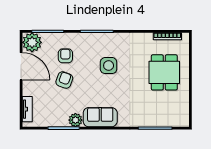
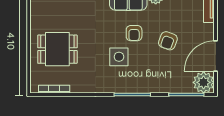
armchair: (65, 56) -> (134, 33), moved
door: (21, 66) -> (216, 56), hinge flipped
dining table: (164, 72) -> (57, 49), turned 90

